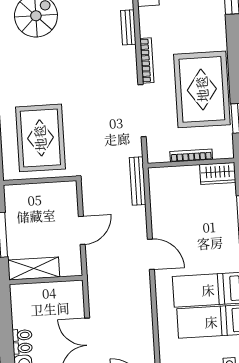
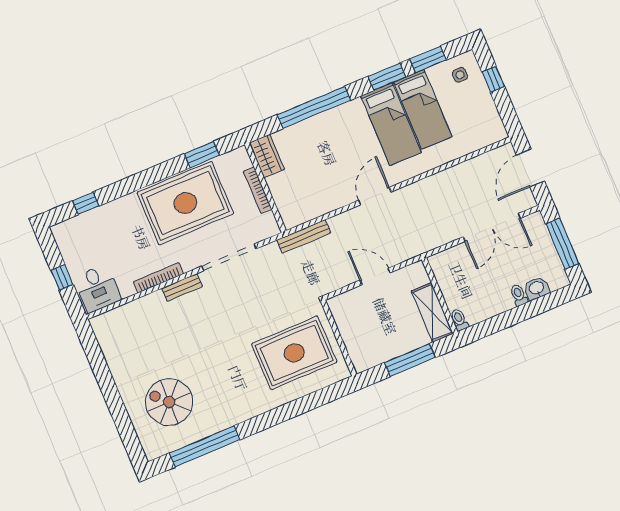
bench: (128, 27) -> (182, 287), moved
bookcase: (147, 61) -> (158, 278), moved
toilet: (22, 335) -> (459, 320), moved

